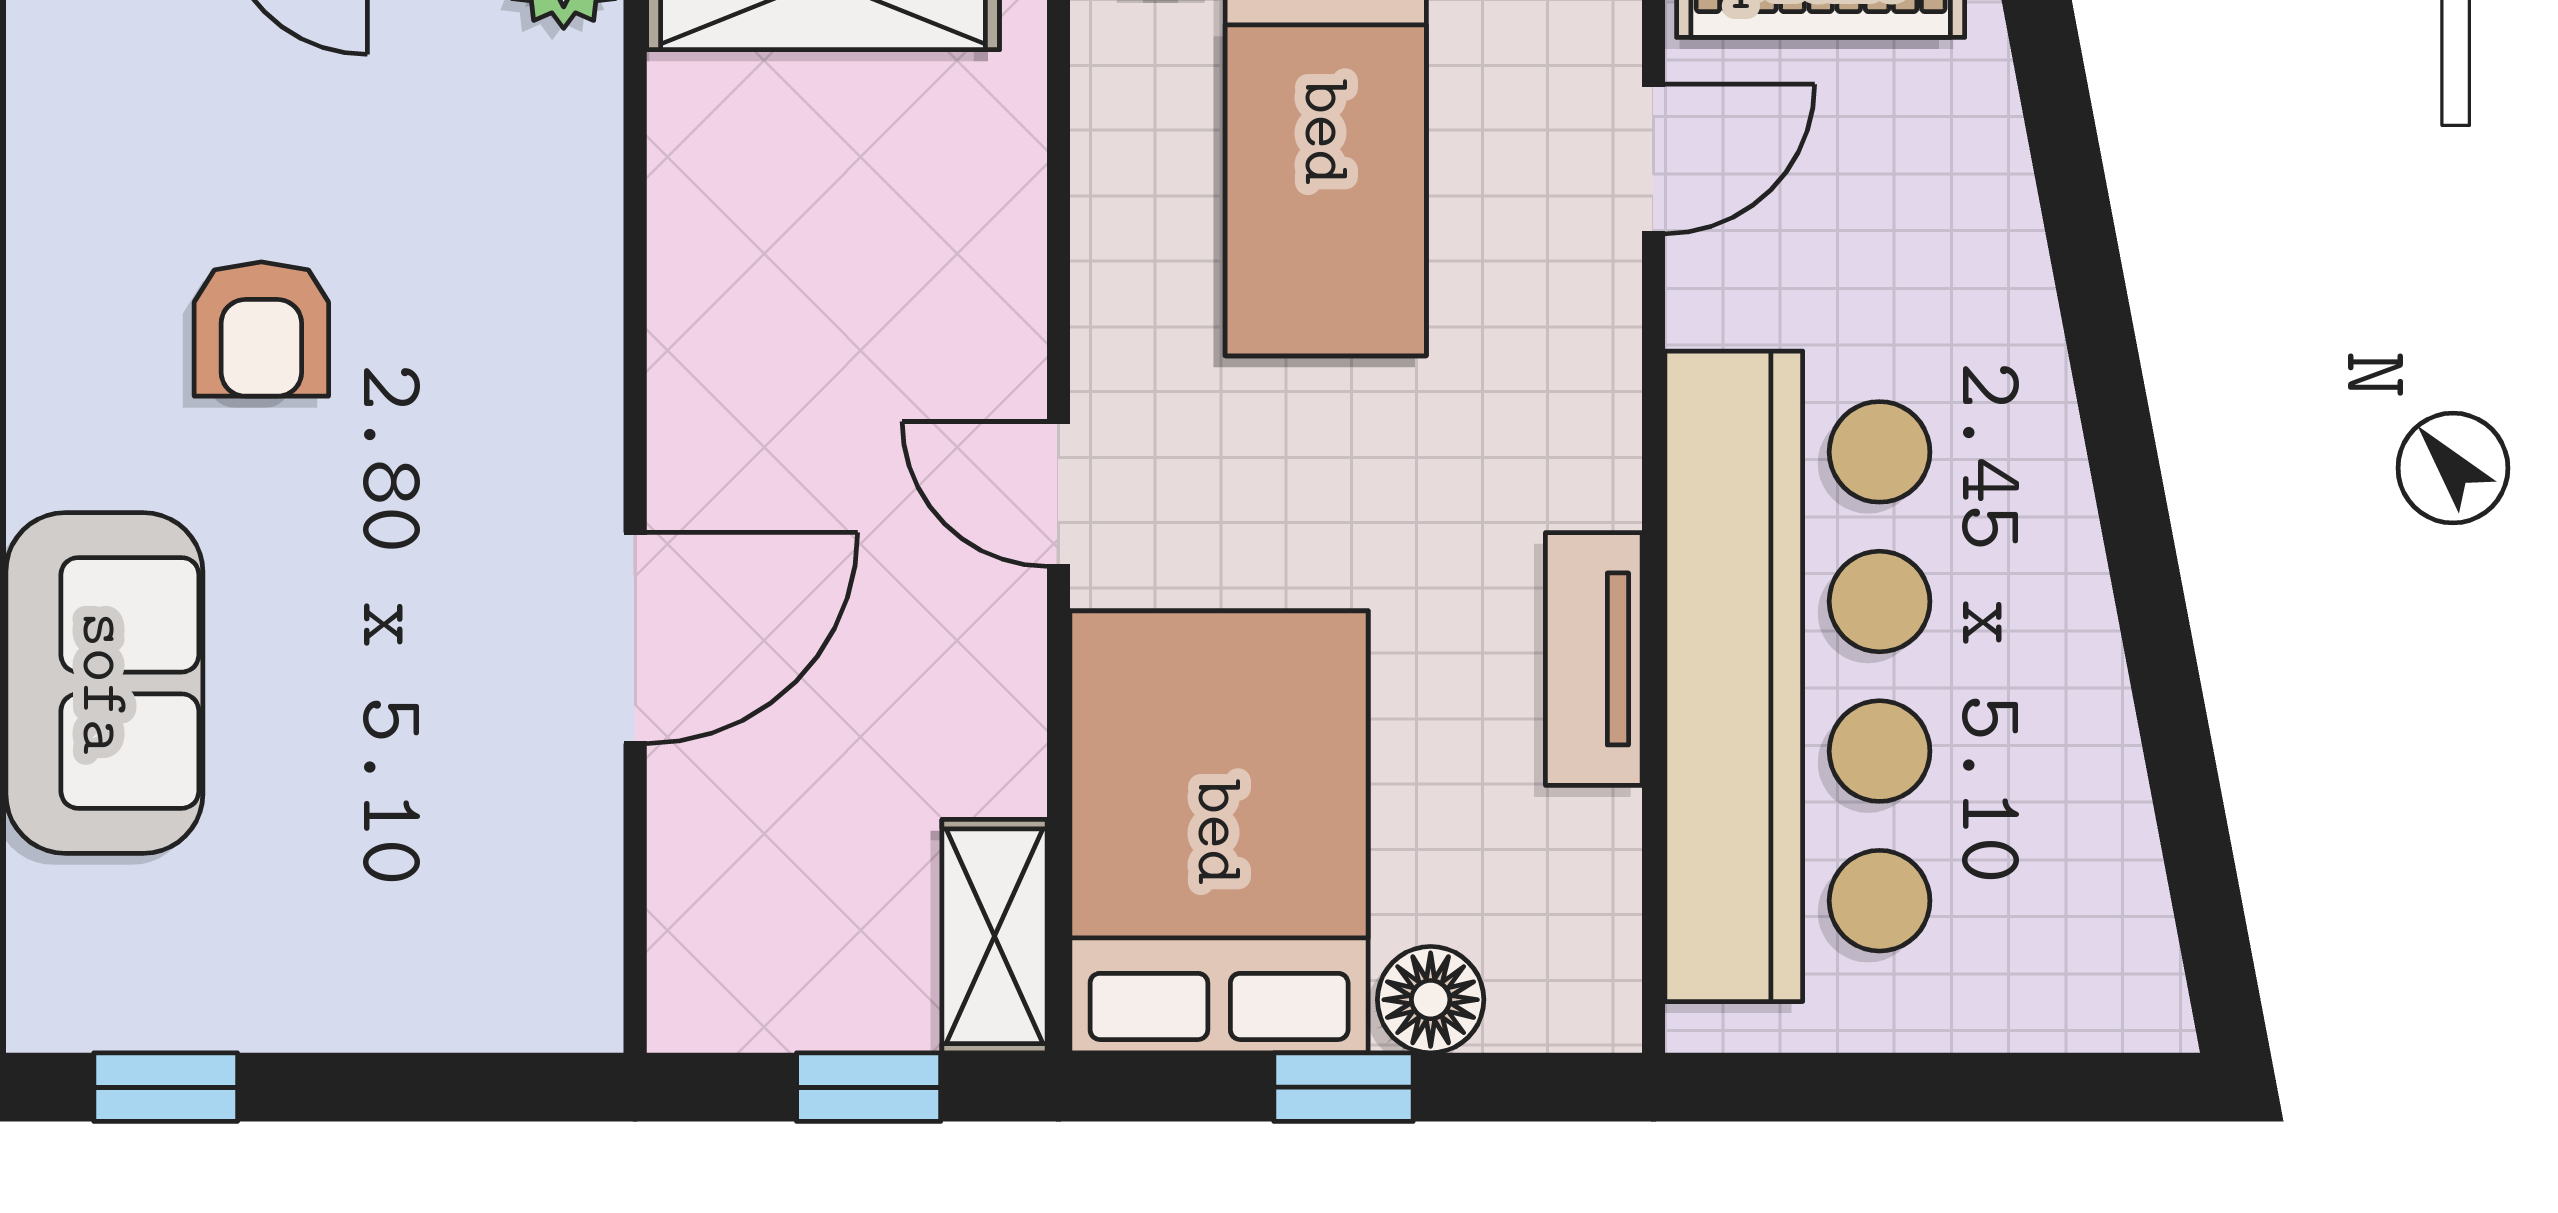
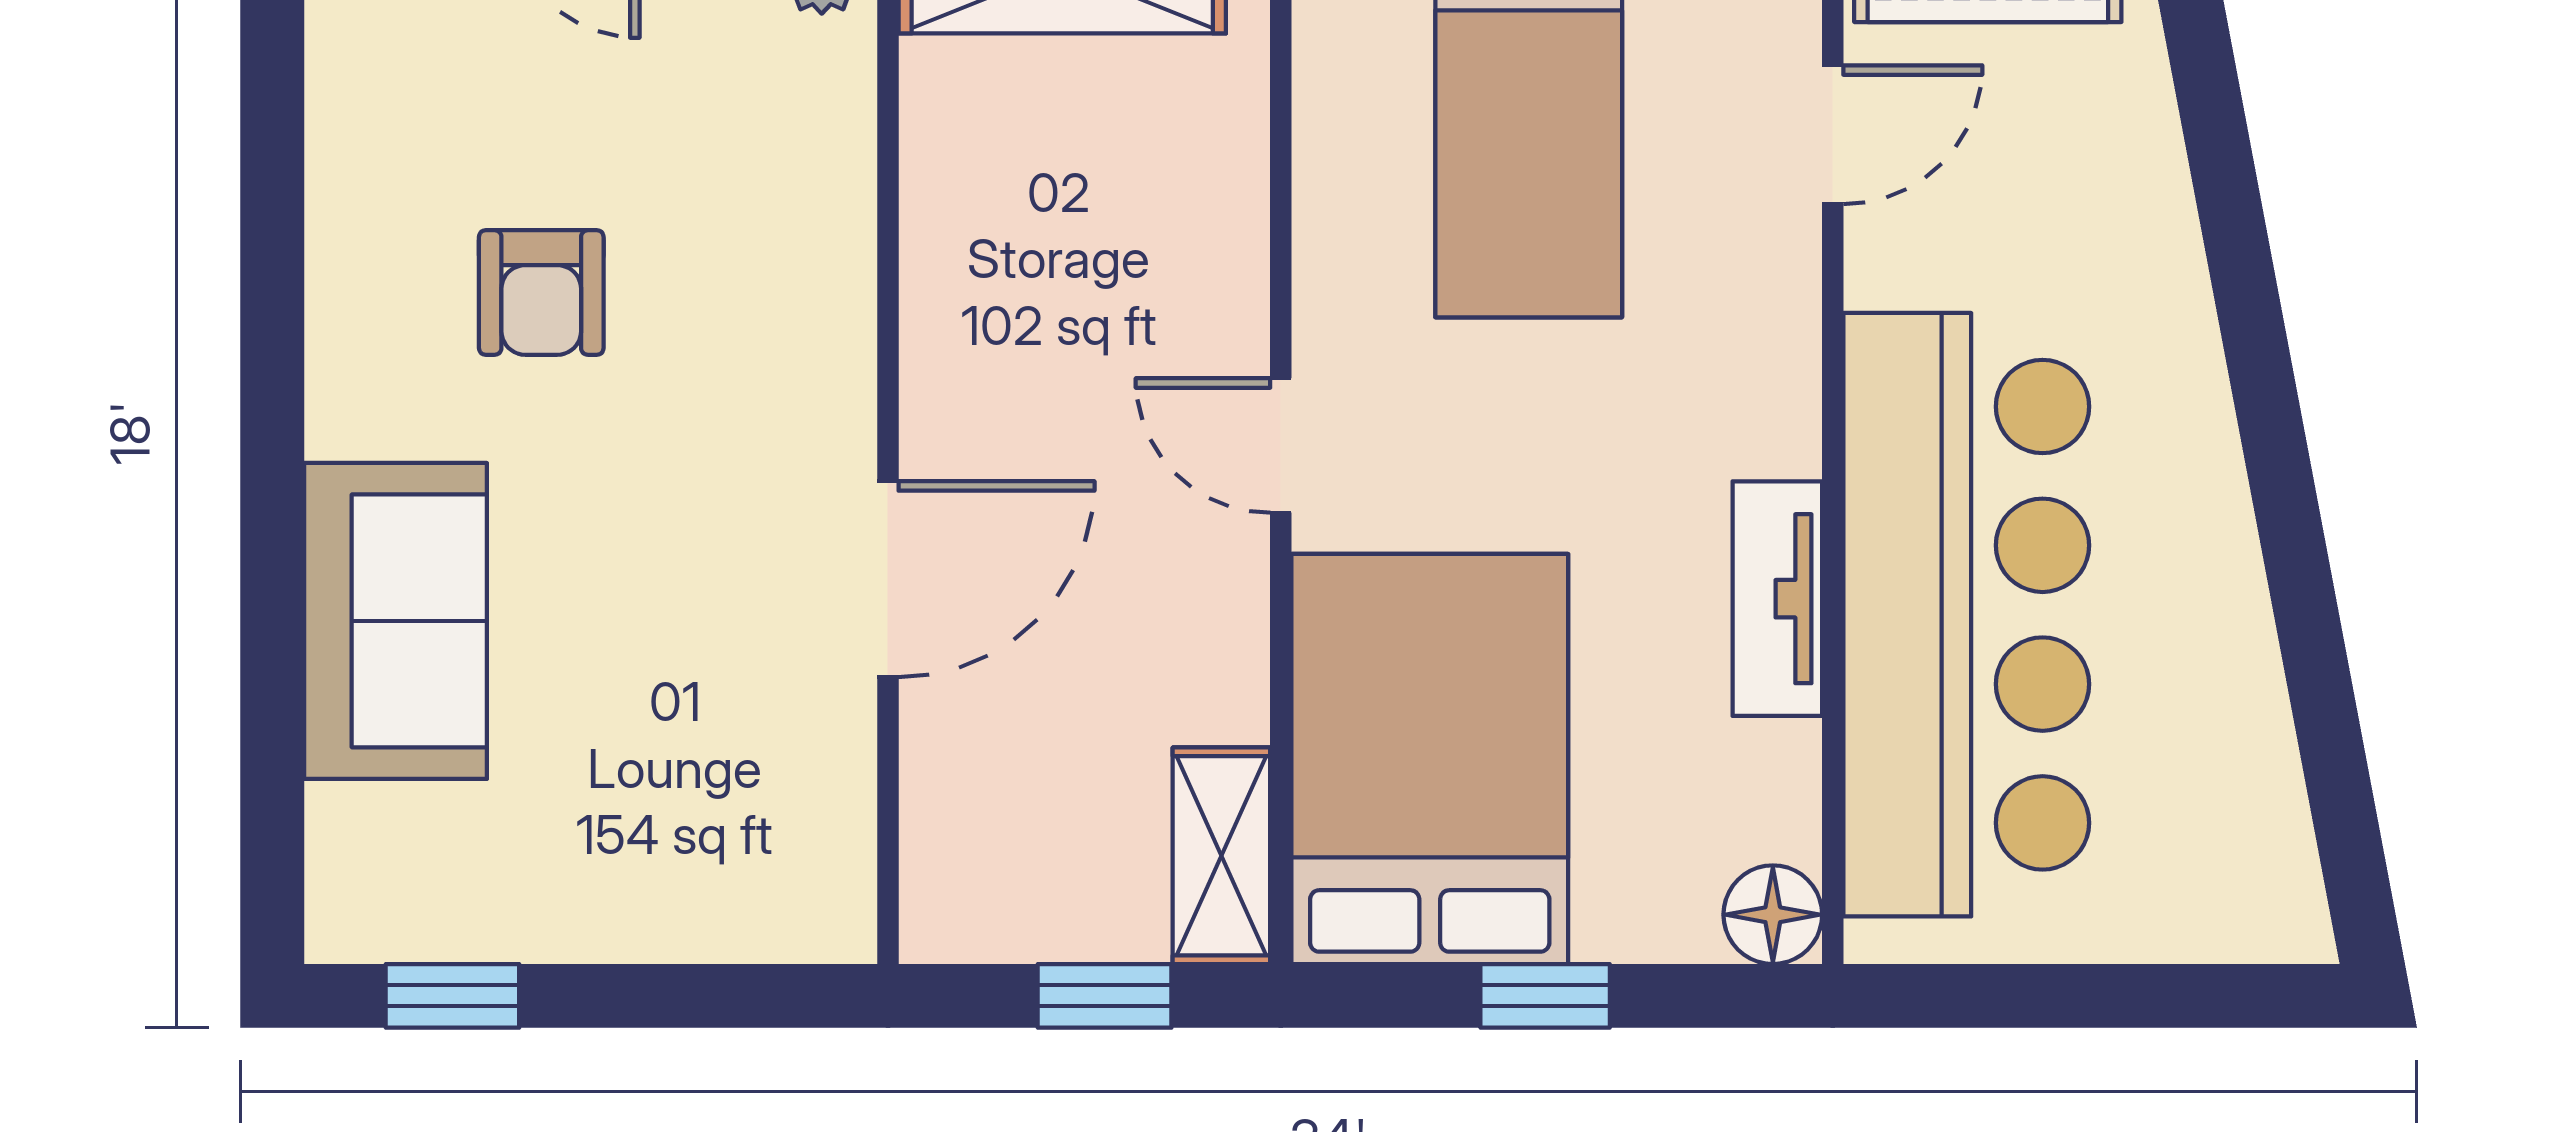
floor lamp: (1431, 1000) -> (1773, 915), moved

